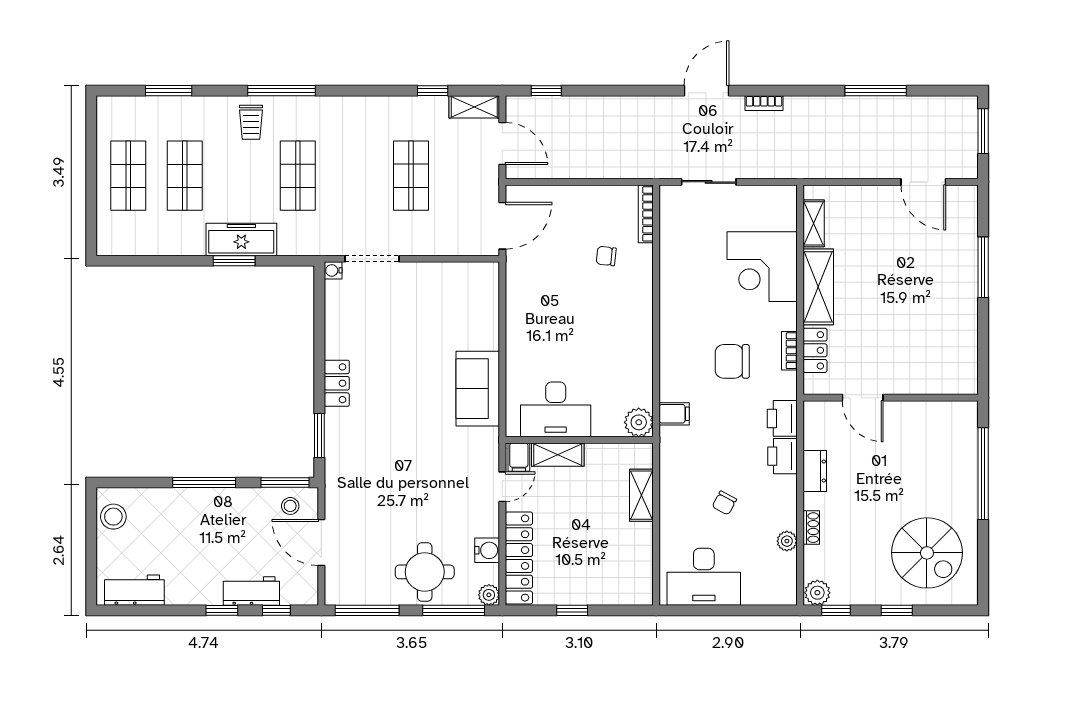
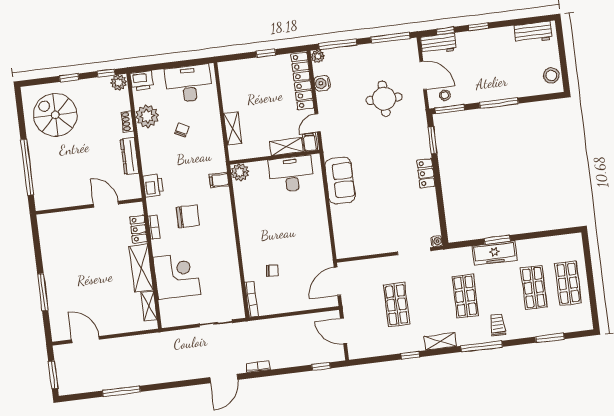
window: (433, 91) -> (410, 355), moved
bookcase: (764, 103) -> (258, 367), moved
shelving: (474, 107) -> (440, 342), moved
printer: (782, 456) -> (142, 81), moved, turned 90
dresser: (815, 471) -> (130, 156), width x1.44
plant: (787, 541) -> (147, 116), width x1.87, depth x1.87
round table: (425, 572) -> (384, 99), moved
workbench: (251, 591) -> (438, 44), moved

